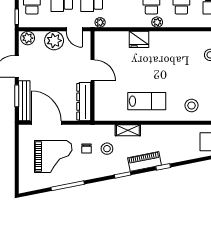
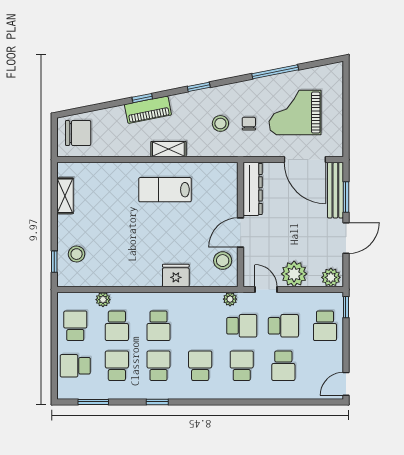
plant: (157, 22) -> (103, 300), moved
door: (93, 70) -> (241, 232), hinge flipped
stool: (192, 105) -> (223, 261), moved
shelving: (128, 130) -> (168, 149), moved
piano: (144, 161) -> (148, 110), moved

